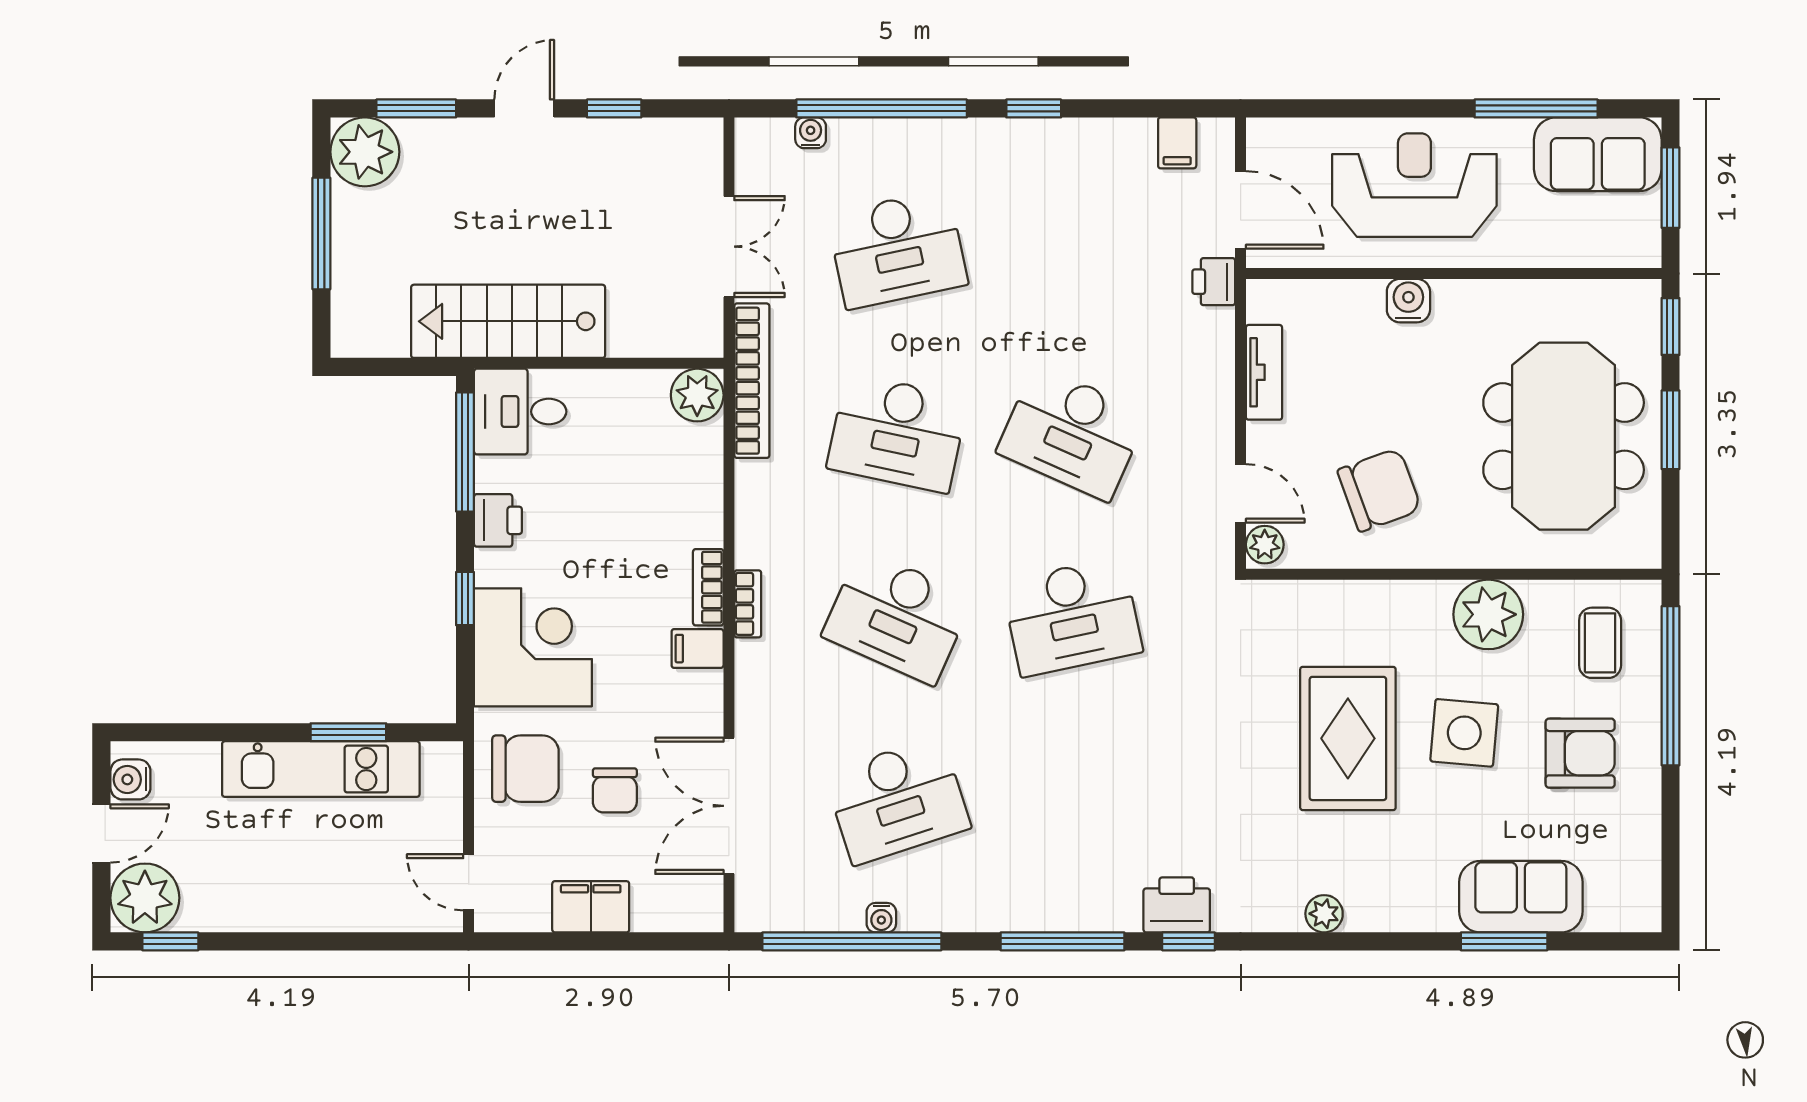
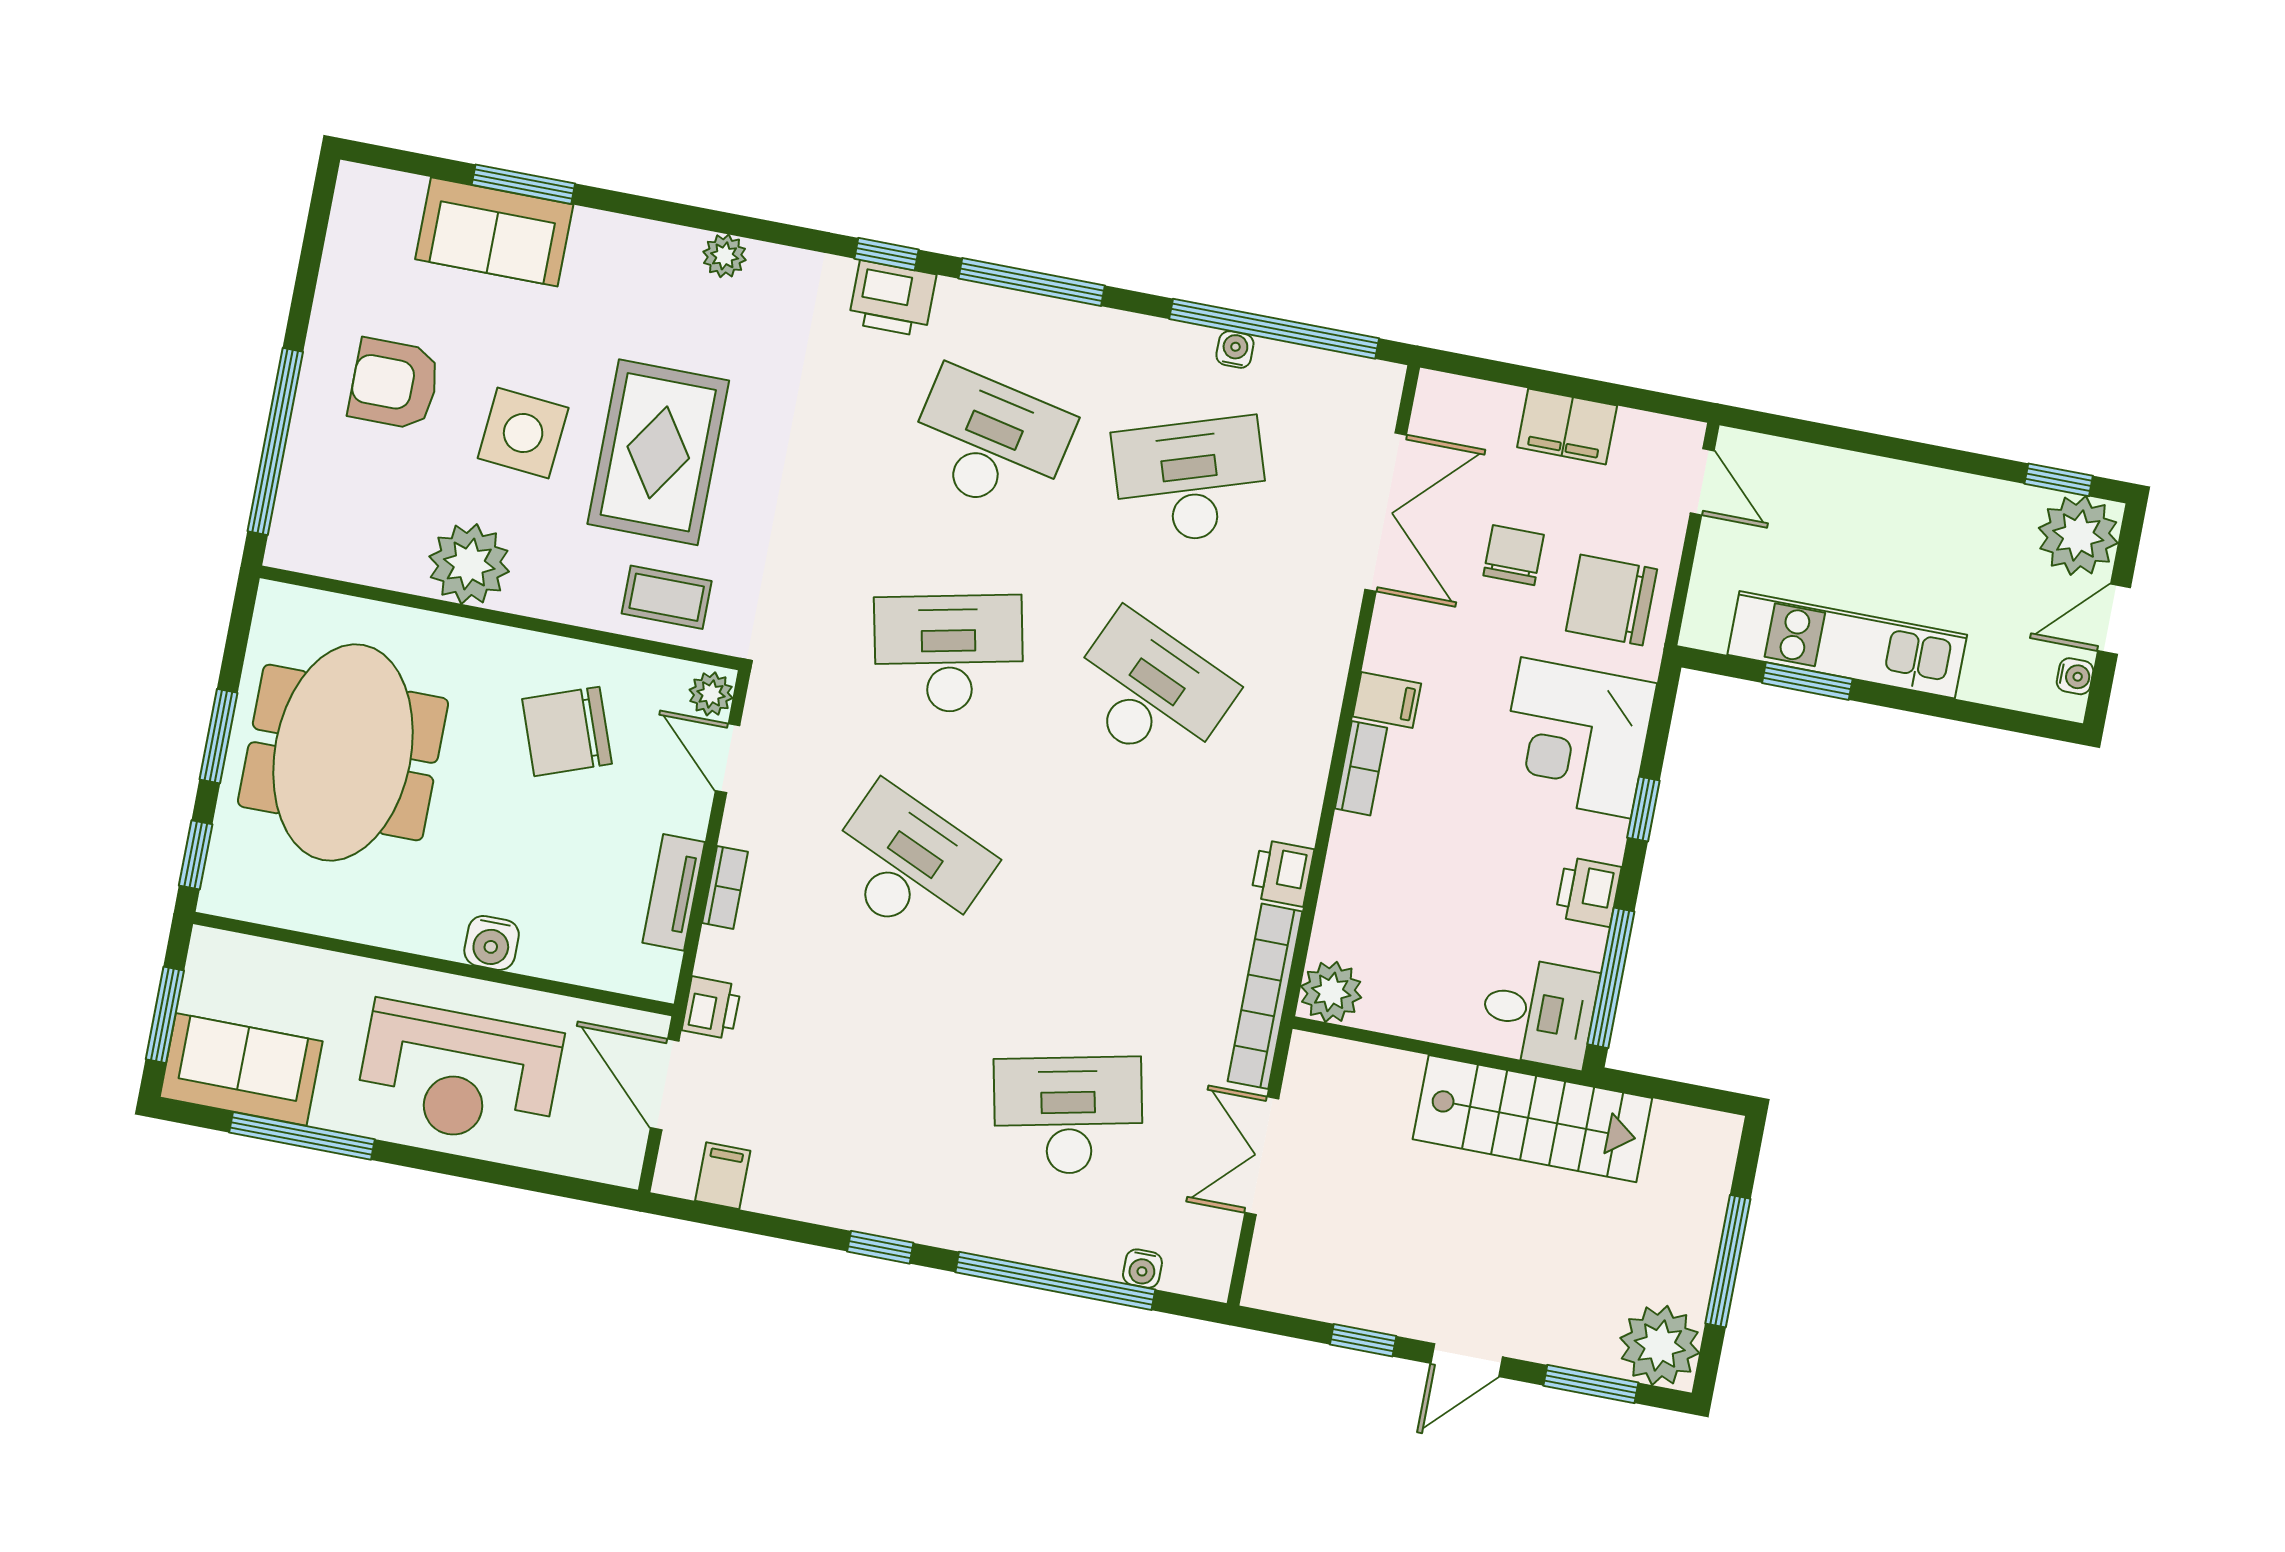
desk: (897, 433) -> (989, 442), moved
printer: (757, 487) -> (1282, 873), added
bookcase: (748, 604) -> (725, 887), moved, turned 180
coffee table: (1600, 643) -> (667, 597), moved, turned 90
water cooler: (130, 779) -> (2075, 676), width x0.72, depth x0.72

